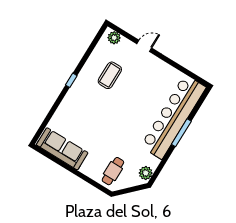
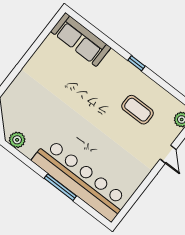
sofa: (62, 149) -> (81, 40), moved, turned 90
cafe table: (113, 171) -> (23, 101), removed

